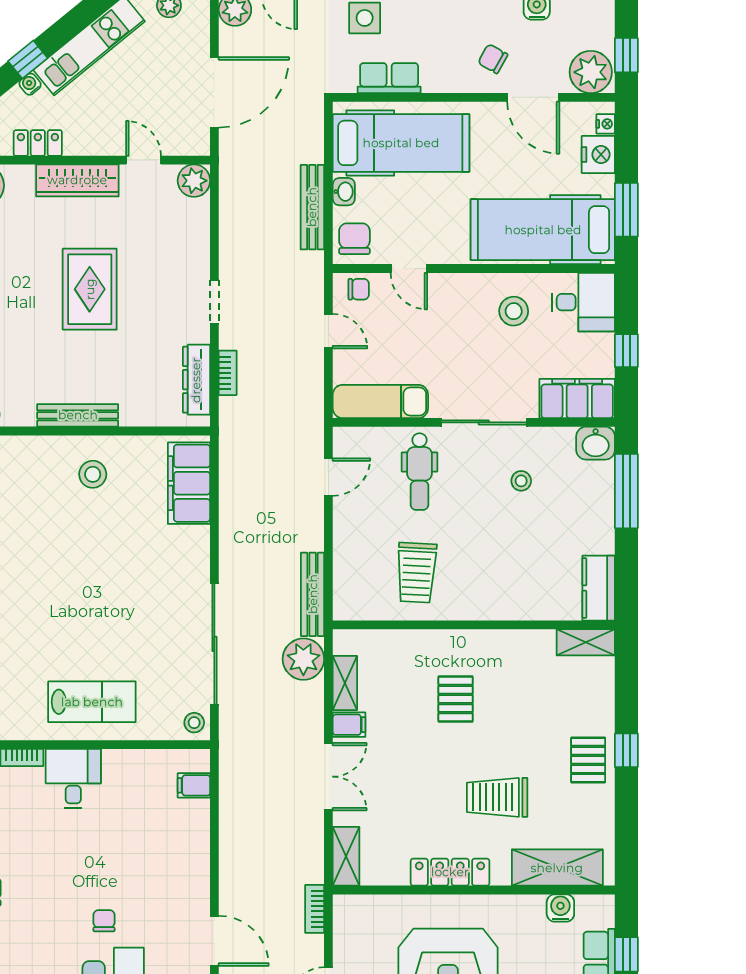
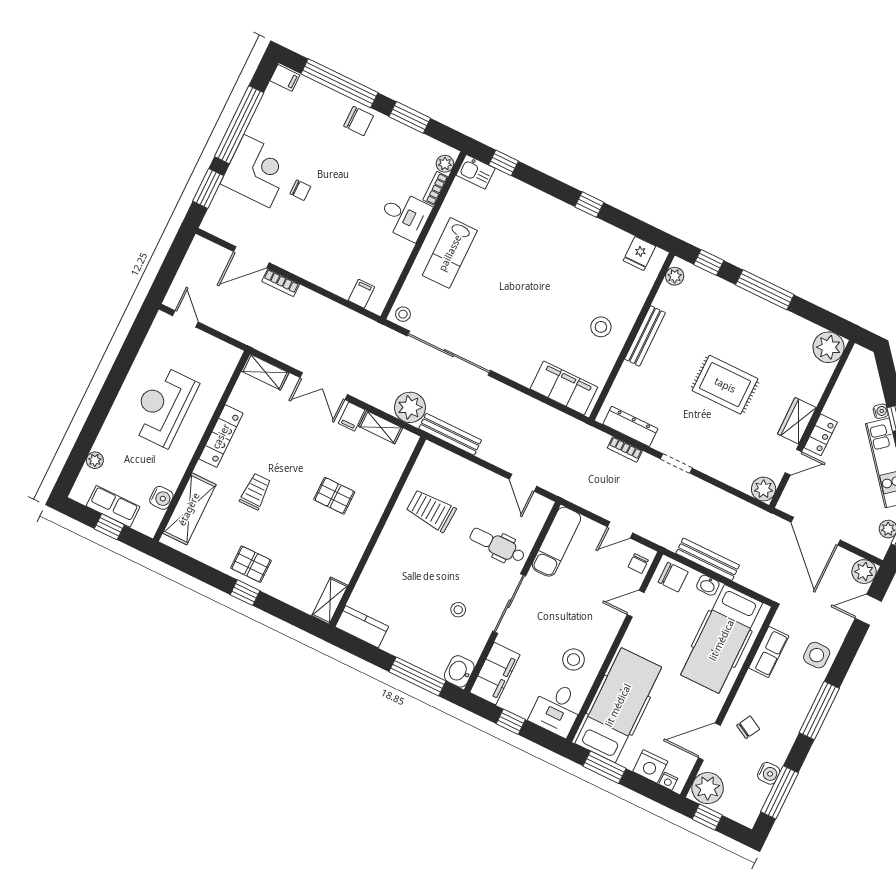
locker: (38, 143) -> (821, 435), moved
wardrobe: (77, 180) -> (797, 421), width x0.67
trolley: (497, 797) -> (255, 492), width x0.73, depth x0.72
bookcase: (315, 909) -> (281, 283), moved, turned 180

